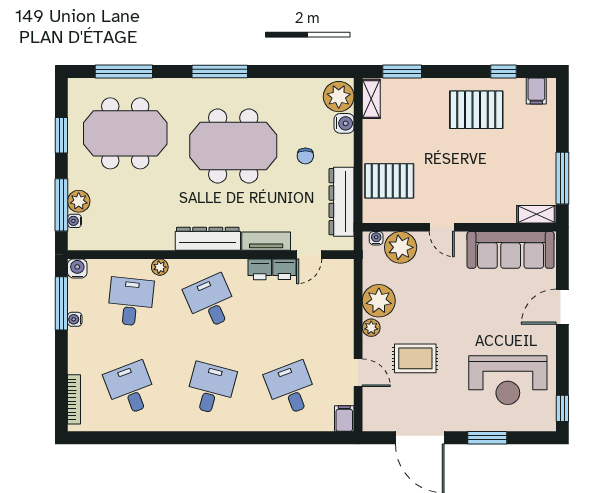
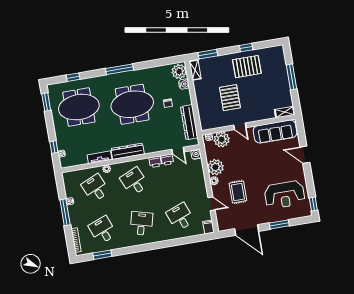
window: (124, 71) -> (73, 77), width x0.46
window: (503, 71) -> (246, 48), moved
filing cabinet: (536, 91) -> (274, 52), removed
window: (61, 135) -> (46, 102), moved
window: (562, 178) -> (292, 77), moved
pallet: (389, 181) -> (230, 98), moved, turned 90
plant: (79, 201) -> (62, 144), removed
window: (61, 205) -> (54, 147), width x0.46
tv unit: (266, 241) -> (99, 157), moved
door: (309, 255) -> (178, 151), hinge flipped
water cooler: (77, 268) -> (196, 154), moved
desk: (131, 302) -> (95, 188), turned -30
window: (61, 303) -> (65, 212), moved
door: (562, 307) -> (305, 155), hinge flipped
rug: (415, 358) -> (238, 192), turned 90
window: (122, 438) -> (102, 255), added

